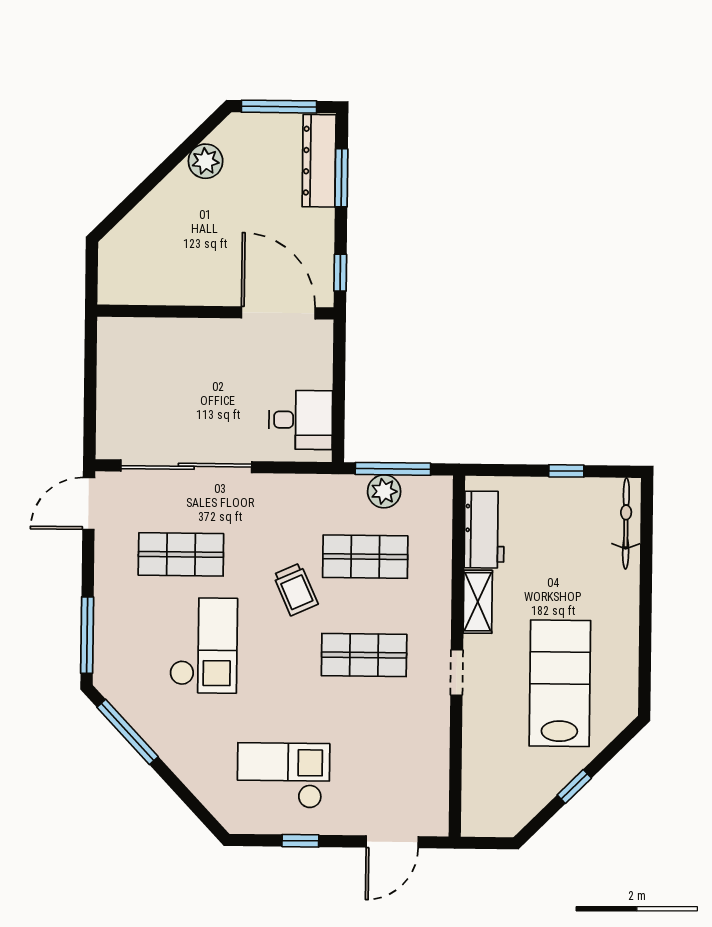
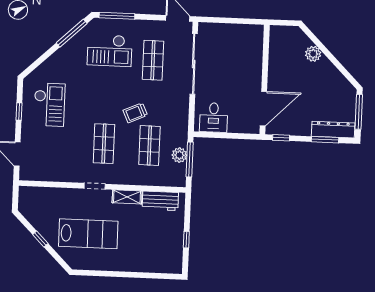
plant: (206, 161) -> (313, 54), moved
bicycle: (626, 523) -> (161, 267), removed
checkout: (204, 645) -> (110, 50), moved

